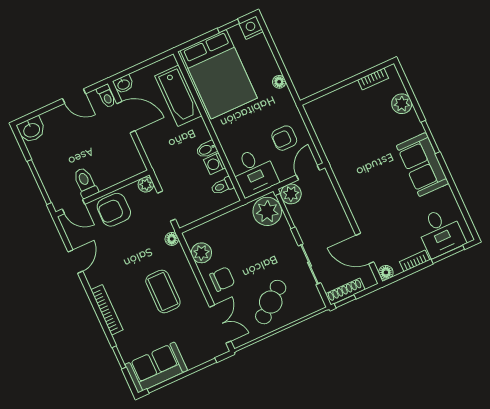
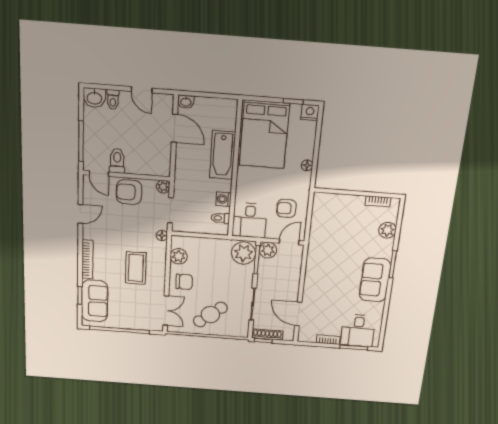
toilet: (106, 96) -> (113, 100), moved
bathtub: (178, 96) -> (223, 155), moved
bidet: (207, 149) -> (223, 185), removed
floor lamp: (386, 272) -> (303, 337), removed
sofa: (156, 367) -> (95, 301), moved, turned 90

